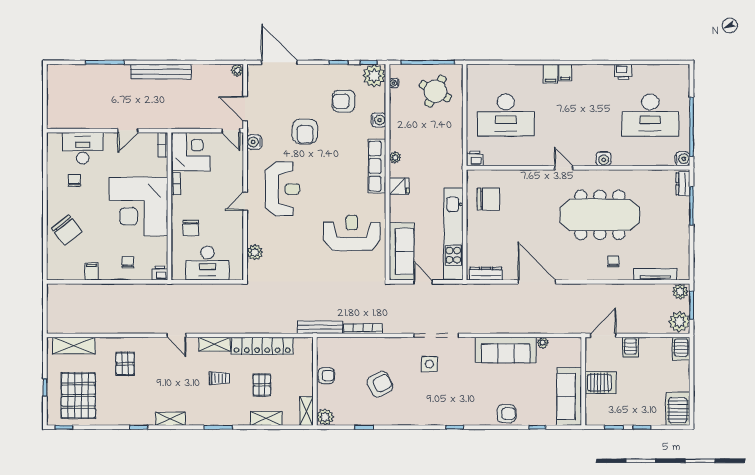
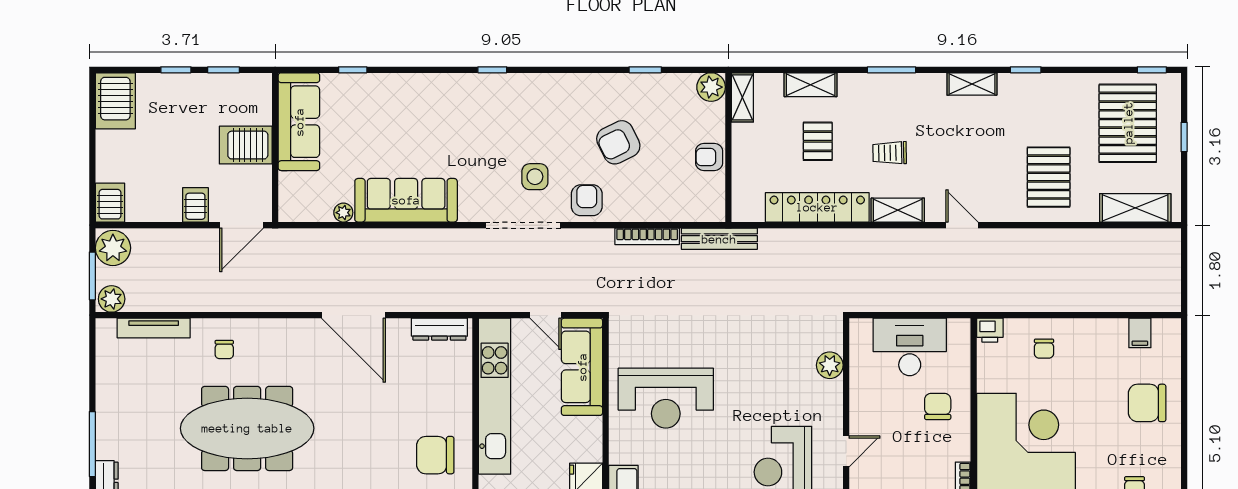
chair: (67, 230) -> (1147, 403), turned -52
filing cabinet: (92, 271) -> (1140, 333), moved
pallet: (125, 364) -> (1049, 177), width x1.50, depth x1.42
armchair: (506, 414) -> (587, 200), moved, turned 90

